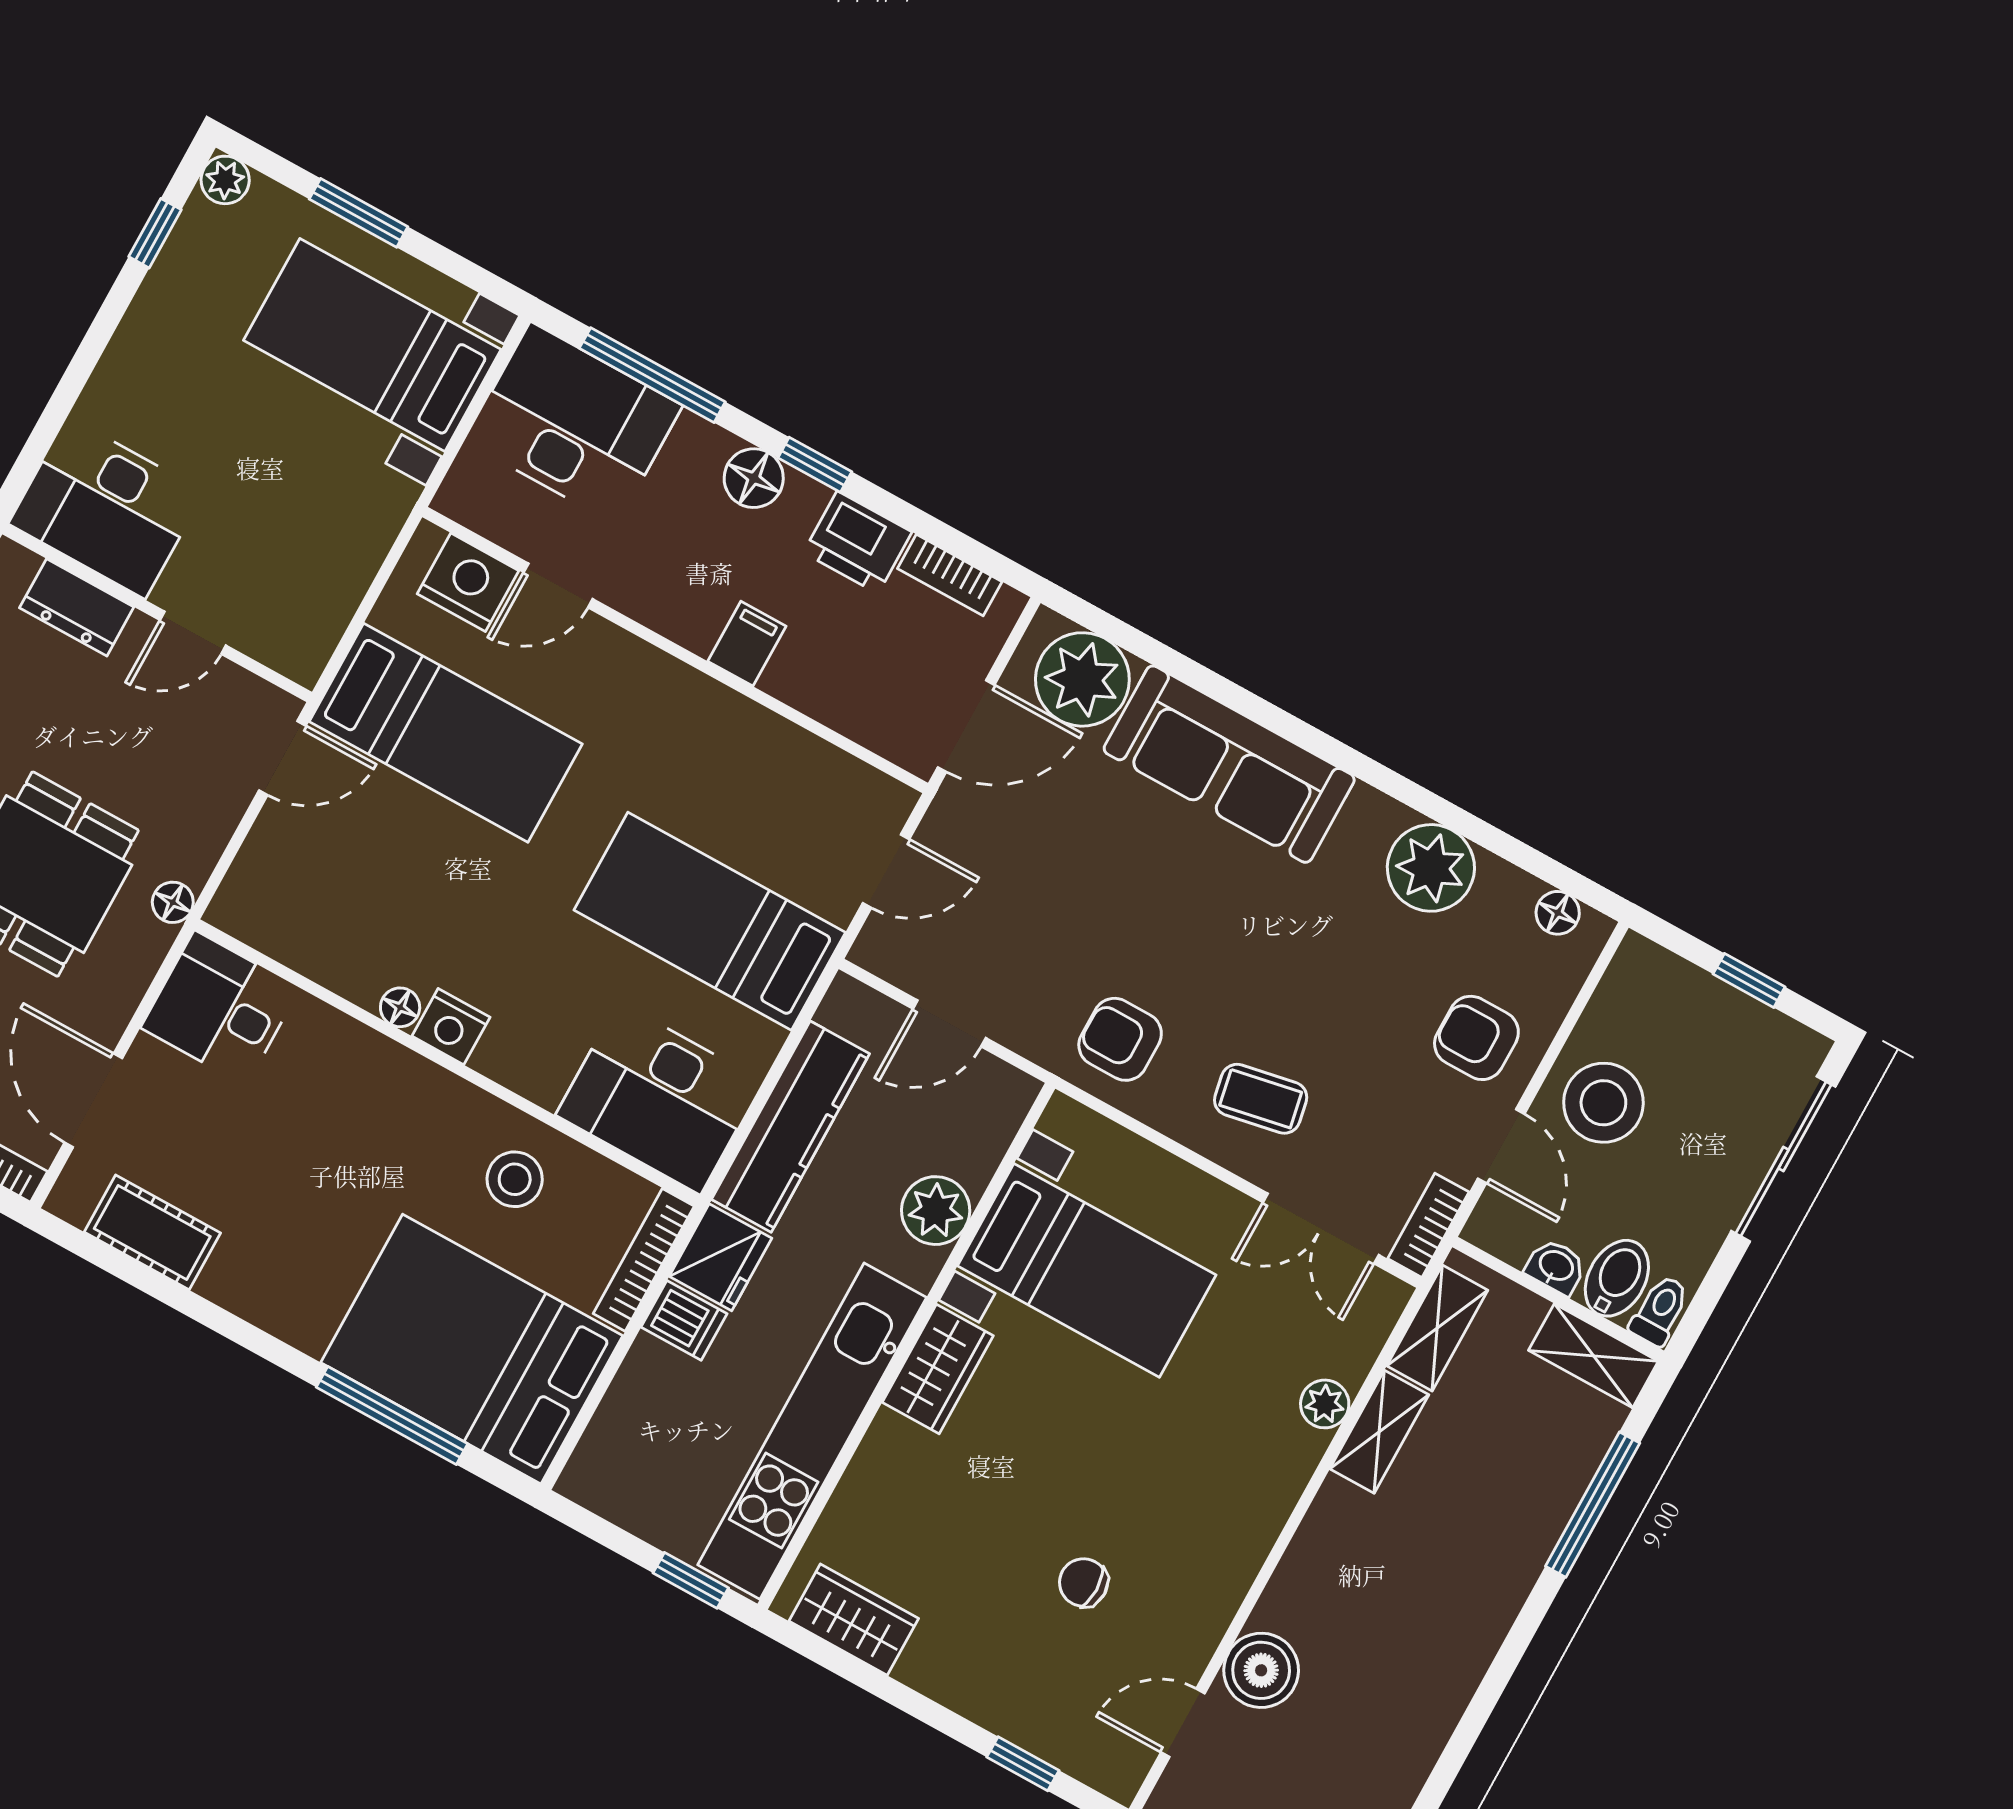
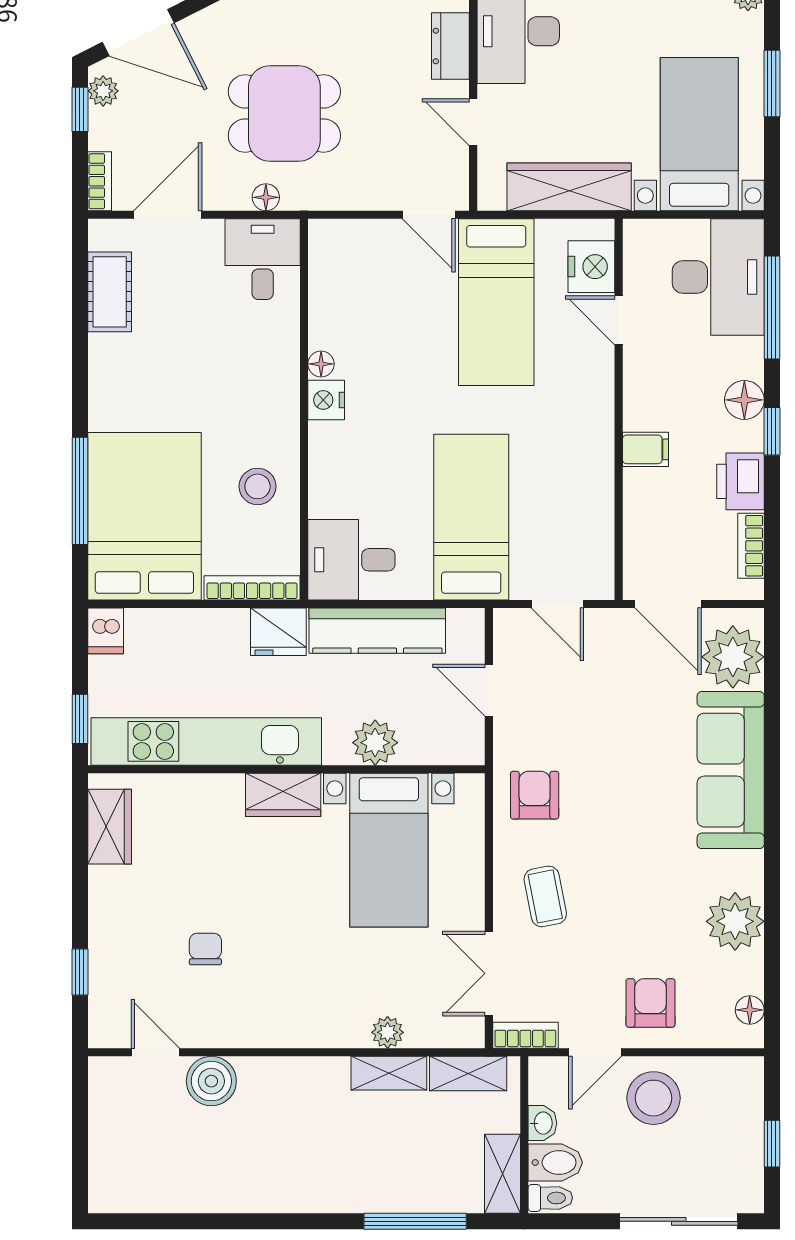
wardrobe: (347, 554) -> (569, 187), added
floor lamp: (173, 902) -> (266, 197), moved
desk: (659, 1098) -> (351, 560), width x0.73
dishwasher: (684, 1320) -> (106, 631), moved

